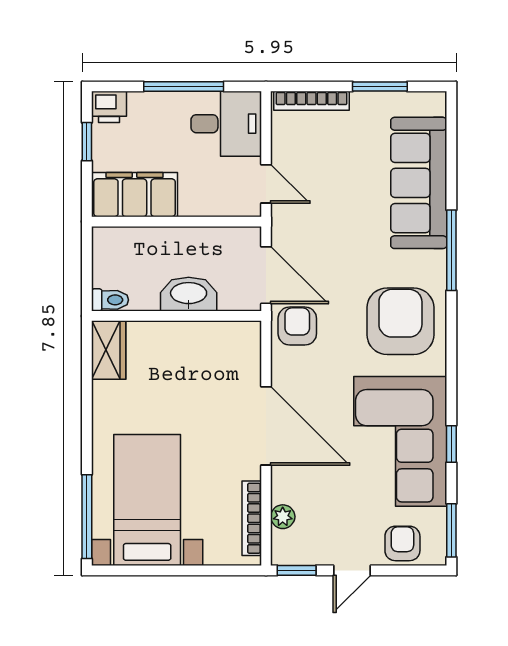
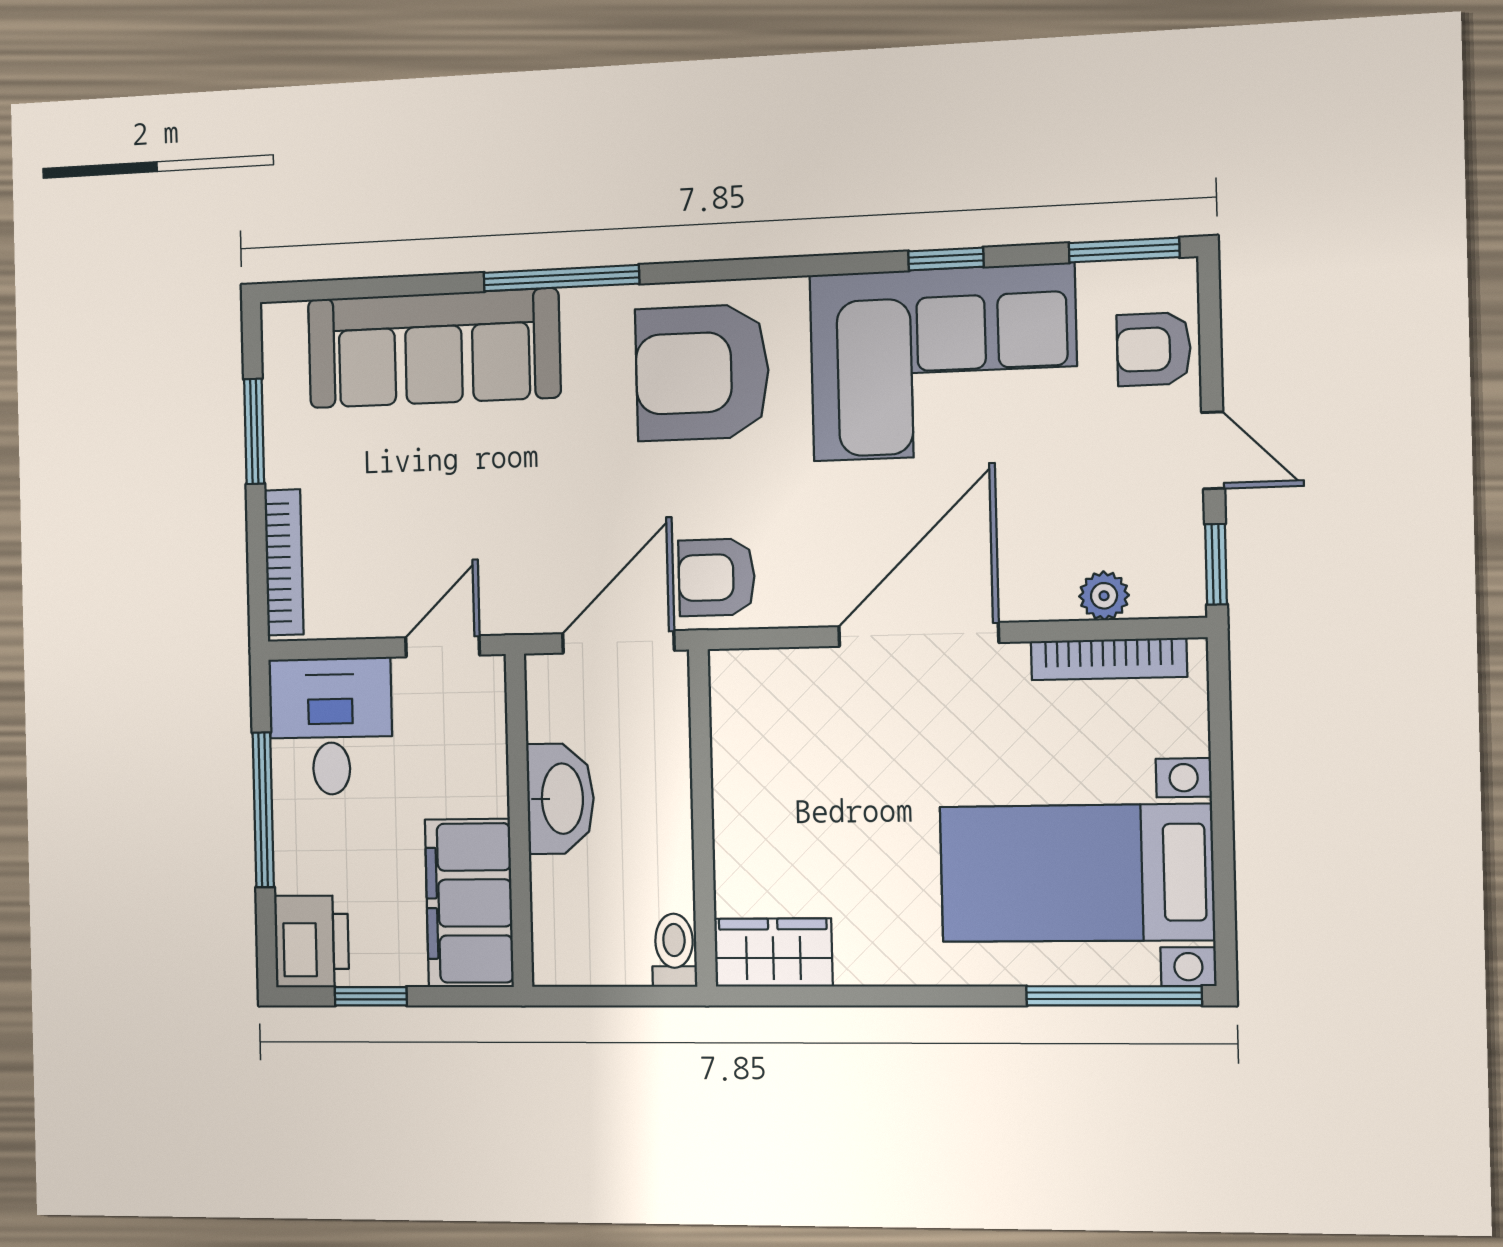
printer: (109, 107) -> (312, 941), width x1.36, depth x1.24
washbasin: (189, 294) -> (560, 799), moved, turned 180

